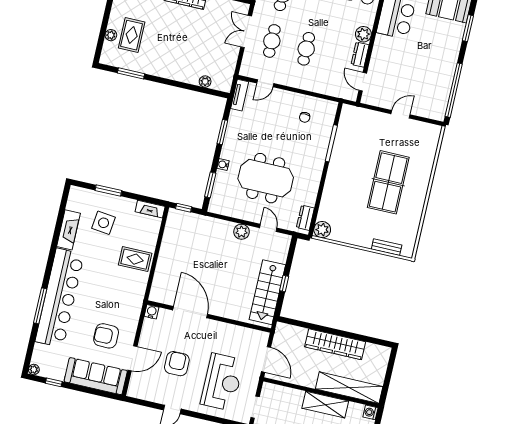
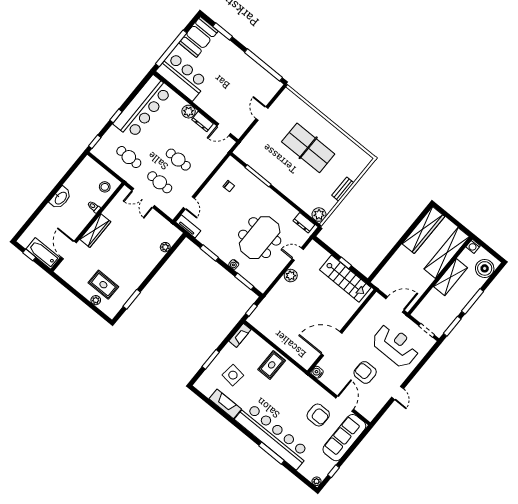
bench: (387, 247) -> (343, 189), moved
armchair: (106, 336) -> (318, 415), turned -90
wardrobe: (335, 344) -> (423, 230), moved

